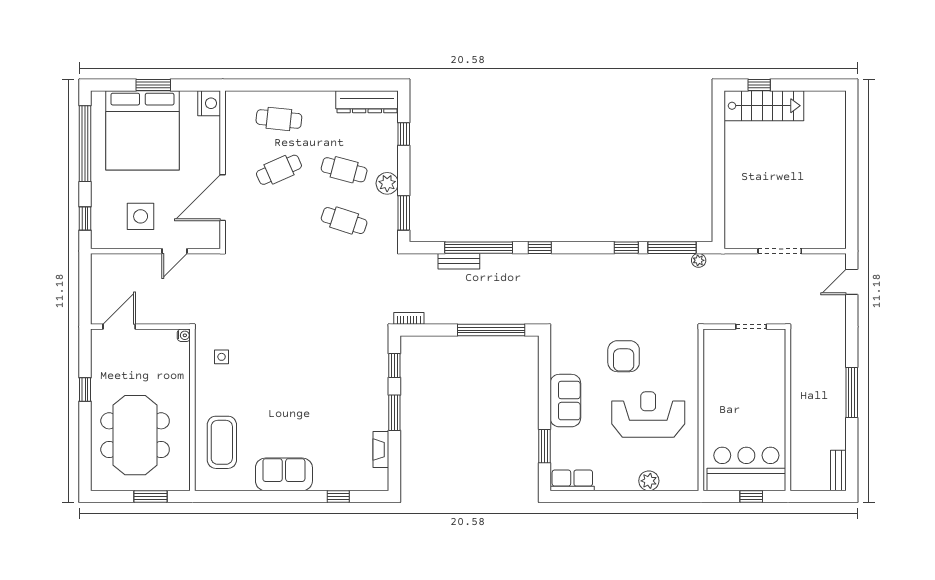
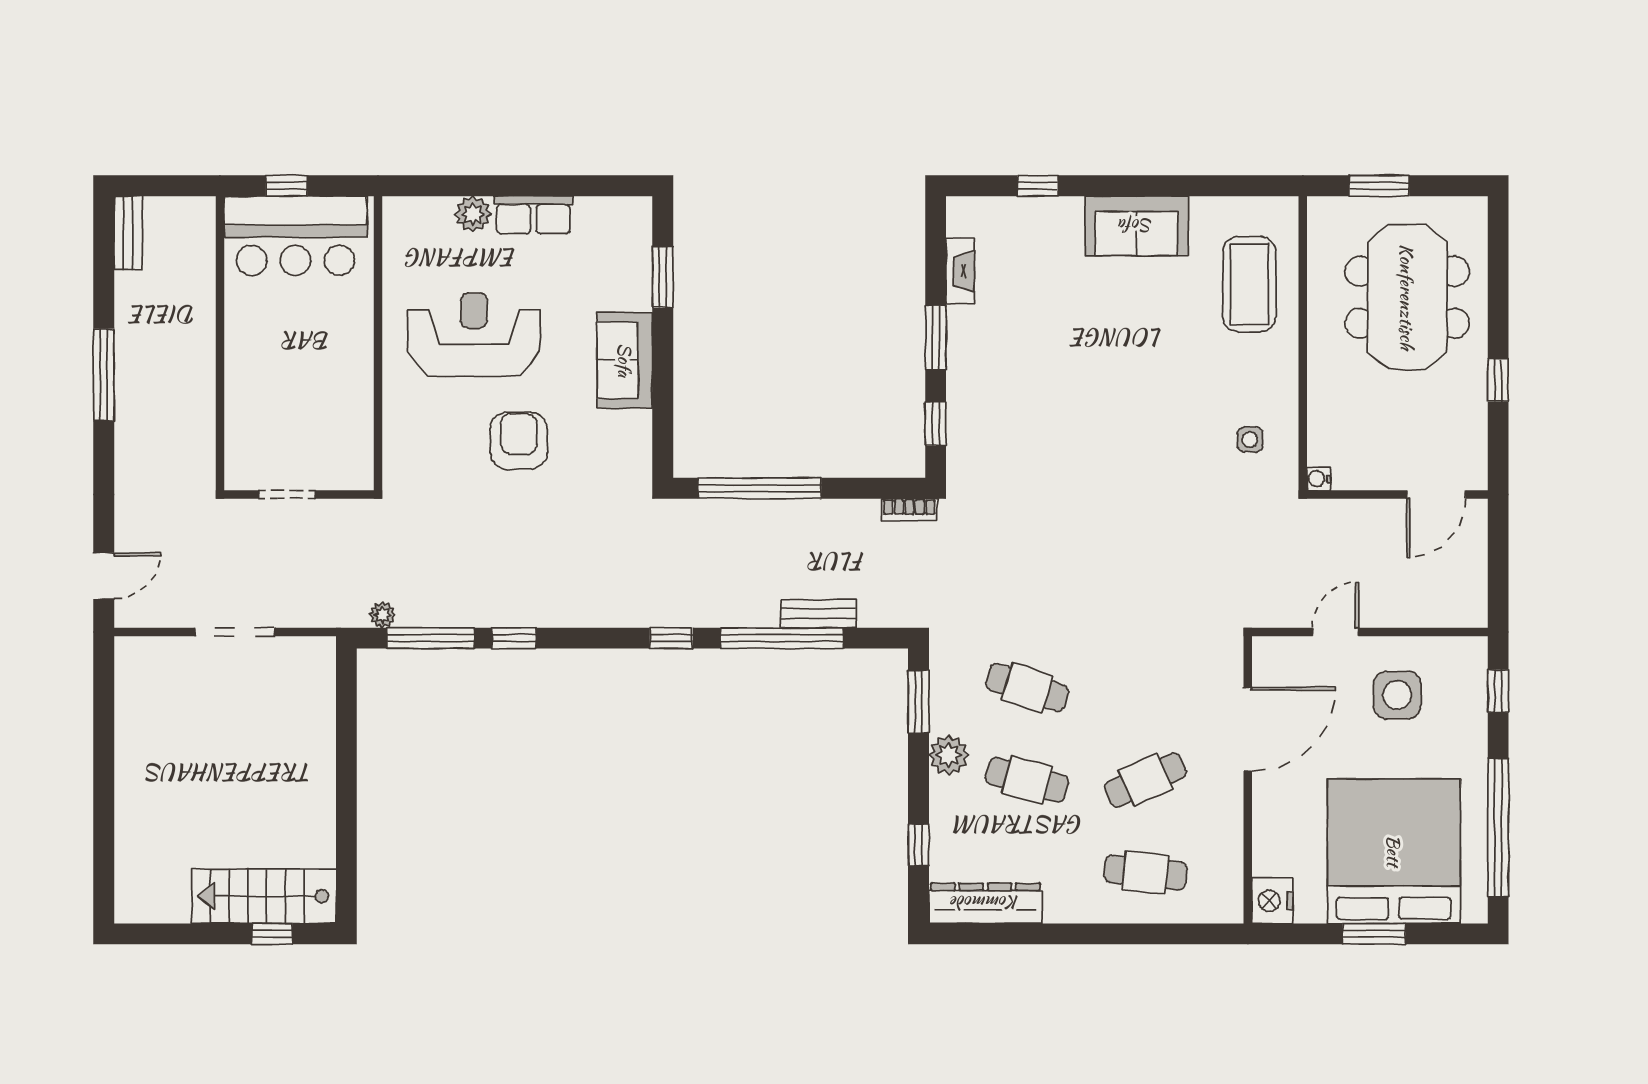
reception desk: (648, 415) -> (474, 335), turned 180
row of seats: (572, 480) -> (533, 215), moved

